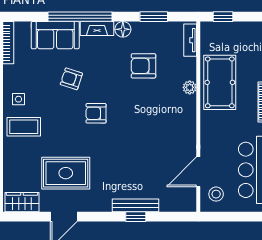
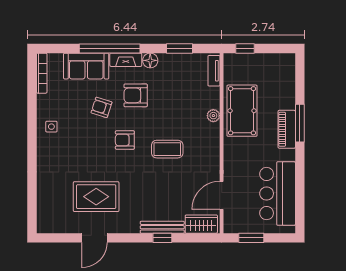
armchair: (143, 66) -> (136, 95), moved
coffee table: (24, 127) -> (167, 149), moved
stool: (216, 194) -> (238, 216), removed
wardrobe: (22, 202) -> (201, 224), moved
window: (230, 217) -> (251, 238), added

